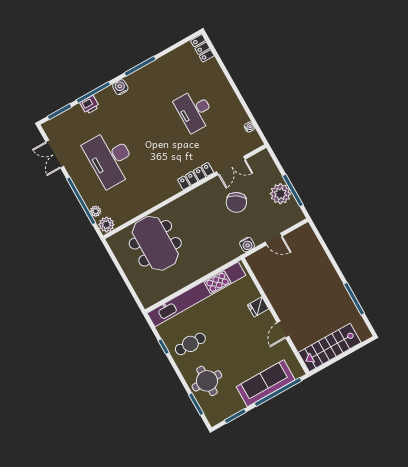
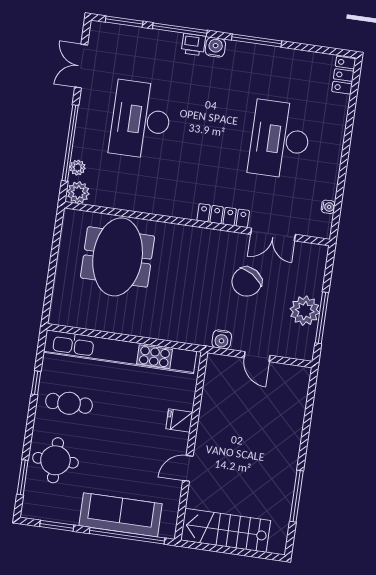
printer: (90, 105) -> (193, 45), moved
desk: (195, 111) -> (280, 140), width x1.36, depth x1.30

